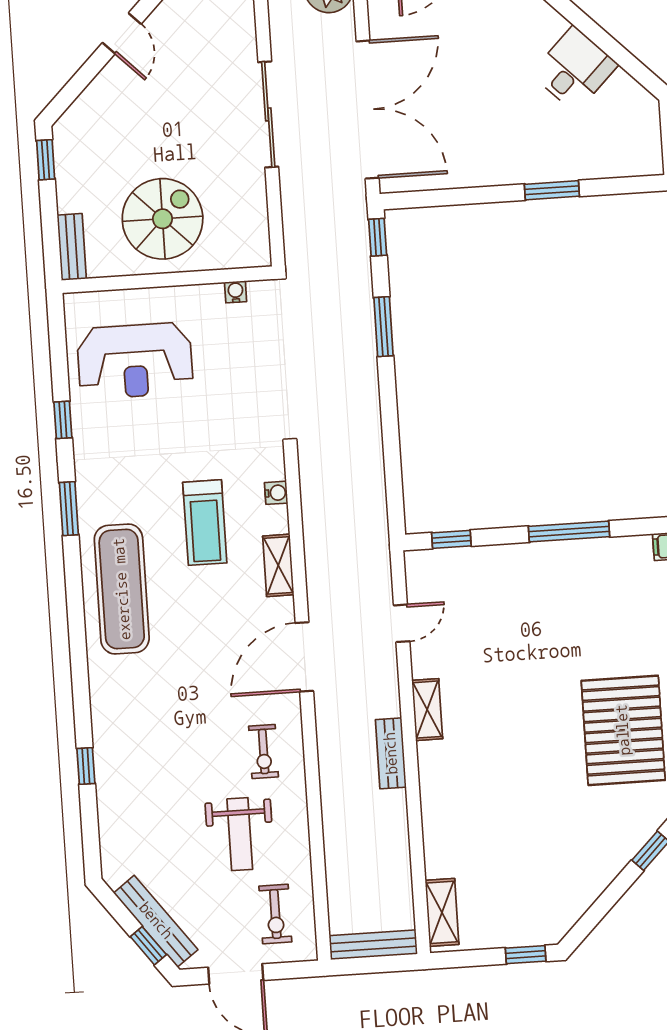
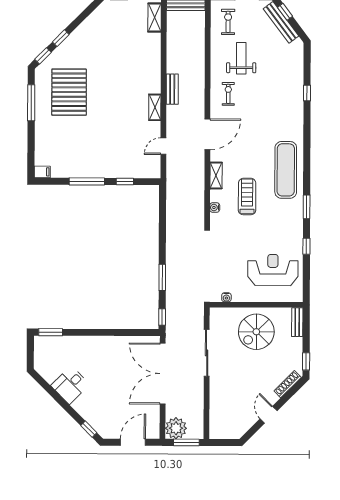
shoe rack: (84, 106) -> (288, 384), added
sliding door: (268, 114) -> (207, 353), moved
window: (552, 190) -> (51, 332), moved
window: (451, 539) -> (125, 182), moved

